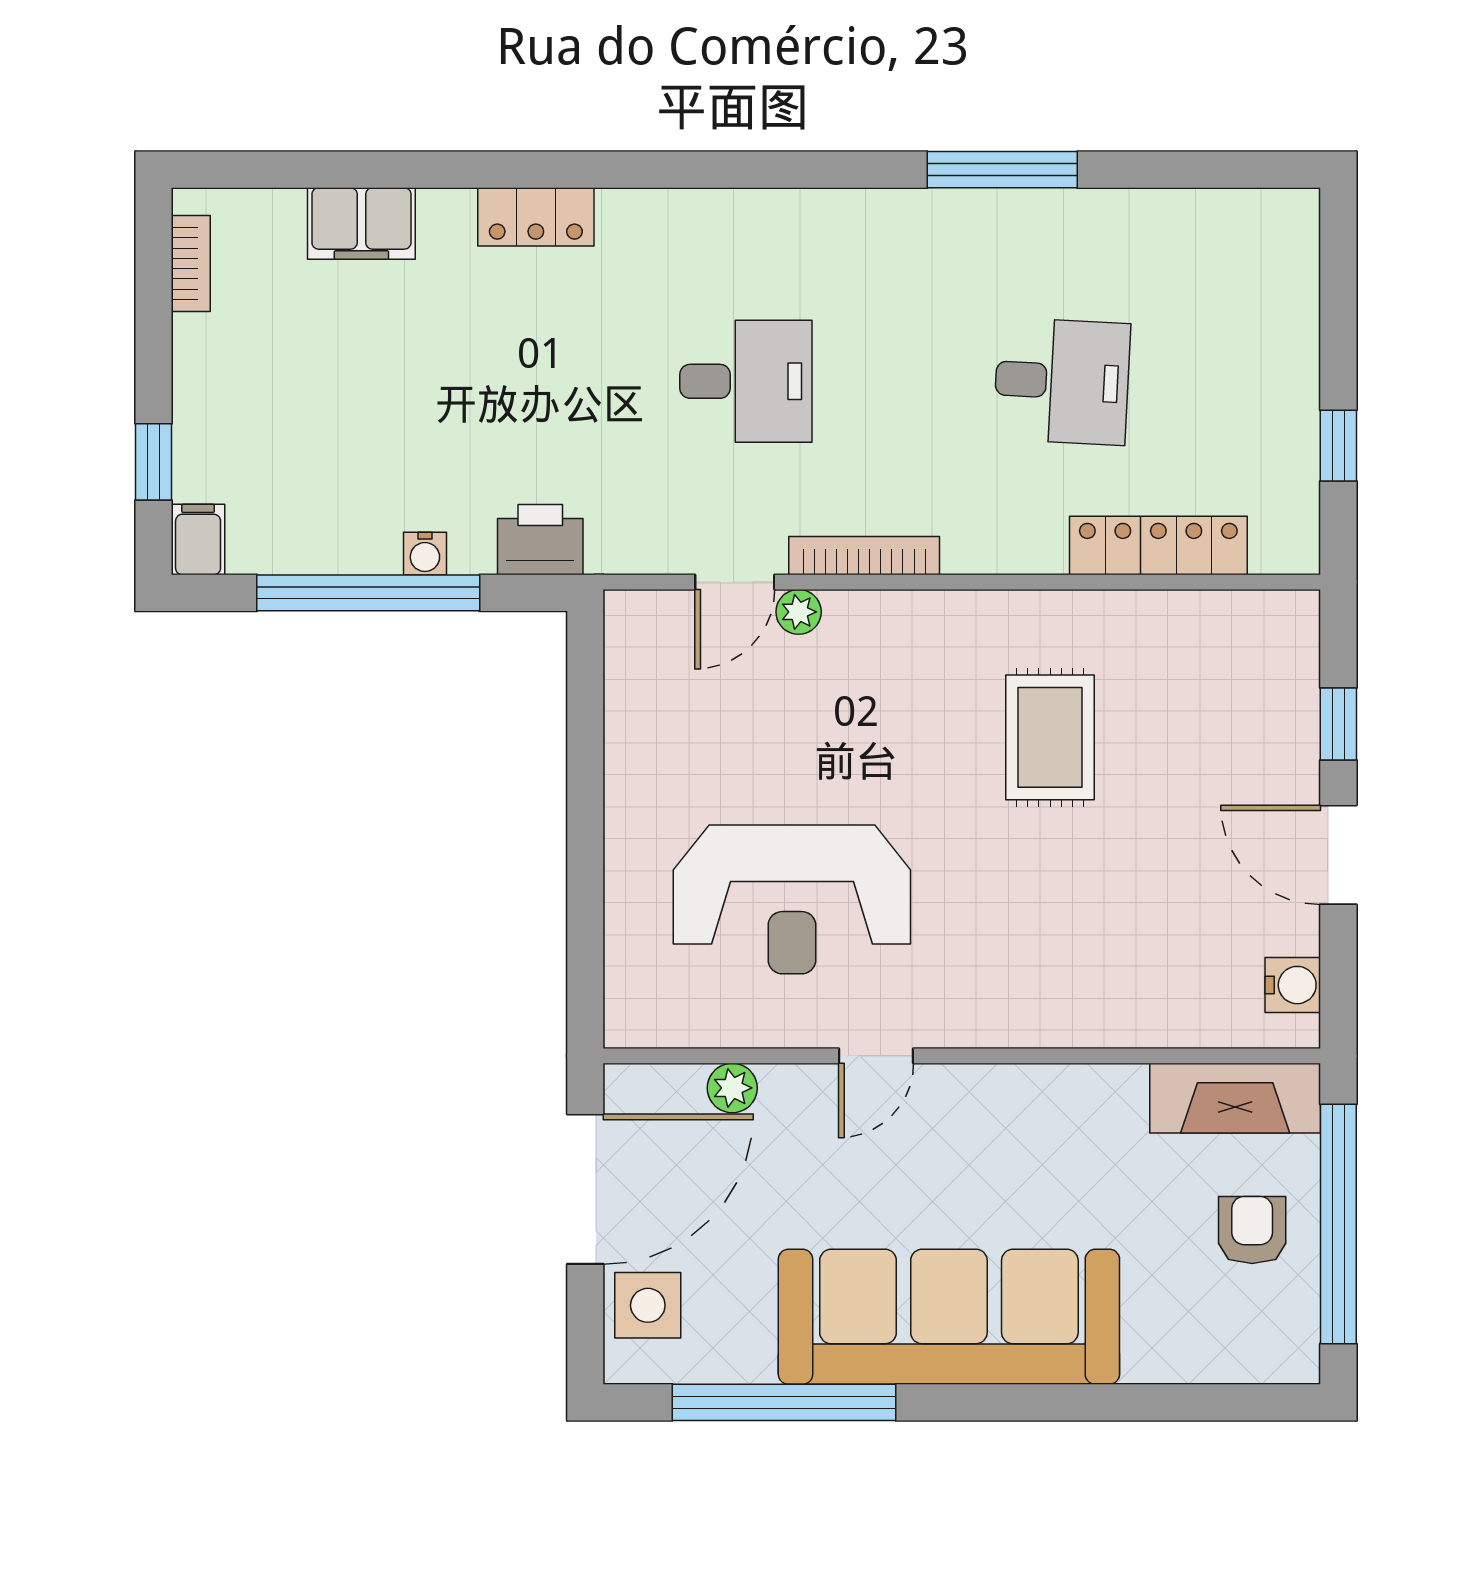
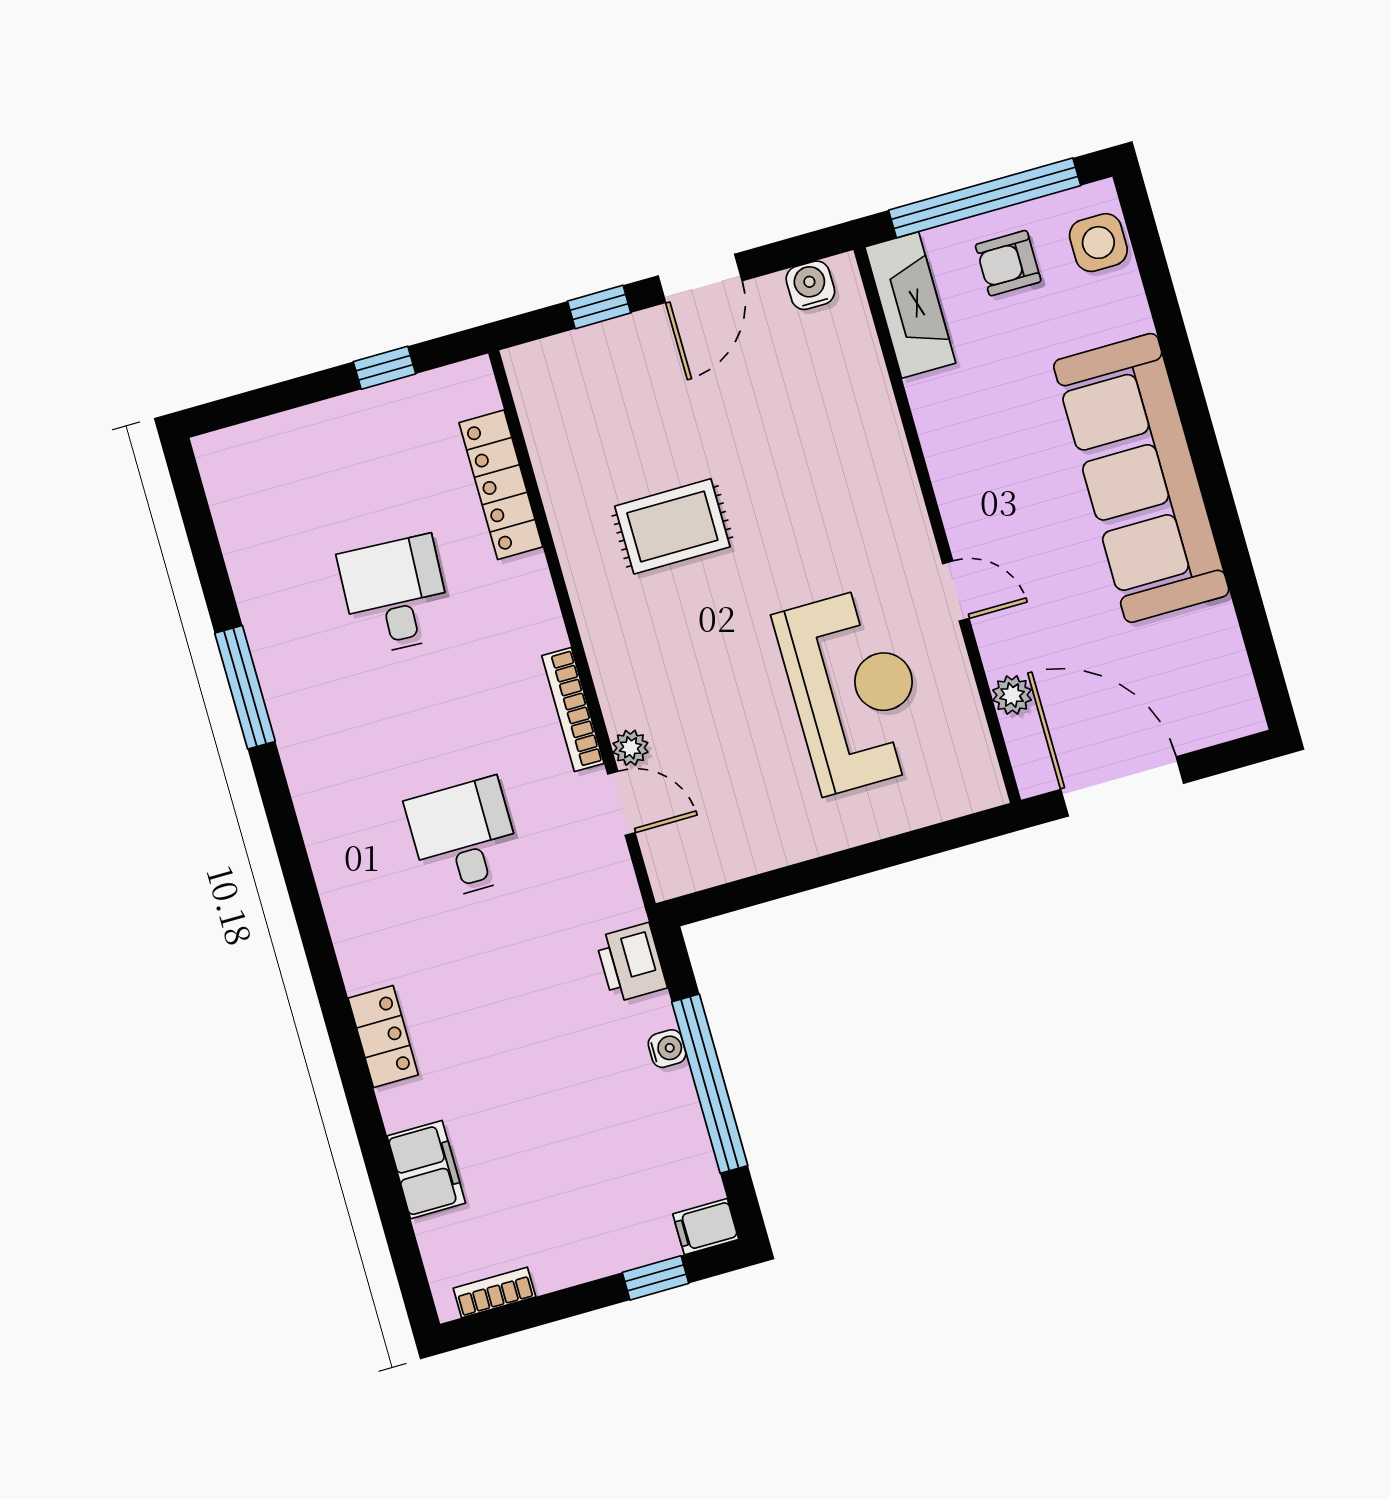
side table: (648, 1305) -> (1098, 243), moved
window: (784, 1402) -> (1243, 587), removed

